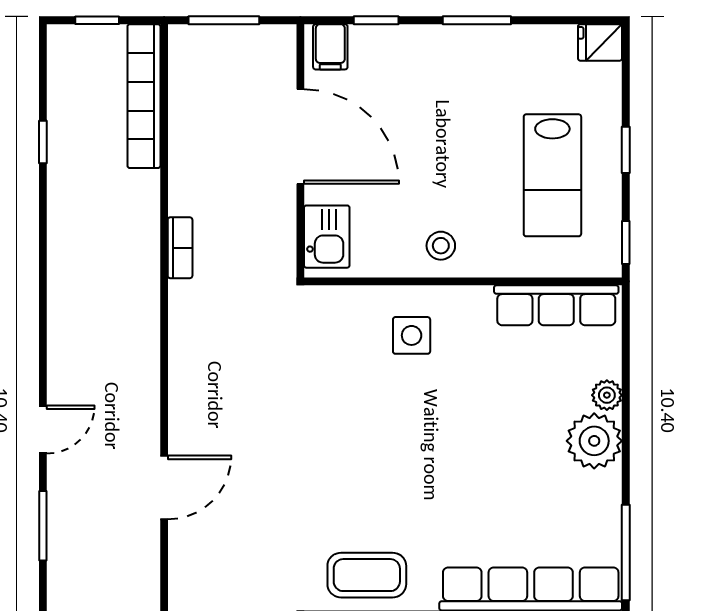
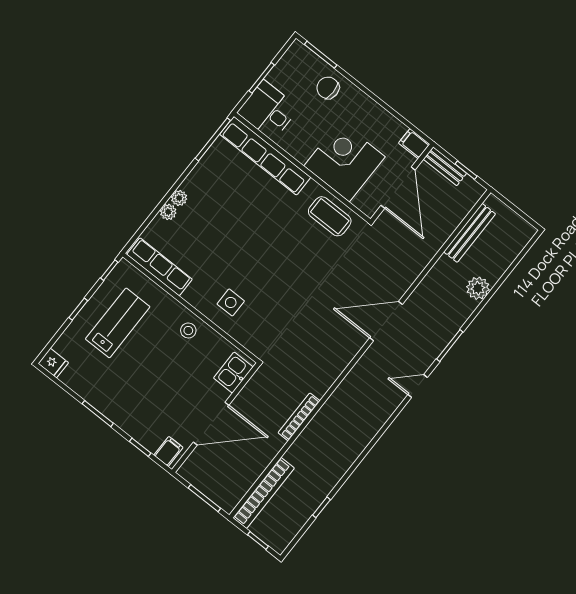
door: (300, 136) -> (211, 424), swing flipped
bookcase: (180, 248) -> (299, 417), width x1.56
plant: (594, 441) -> (179, 198), width x0.53, depth x0.53
door: (164, 487) -> (386, 321), width x1.36

